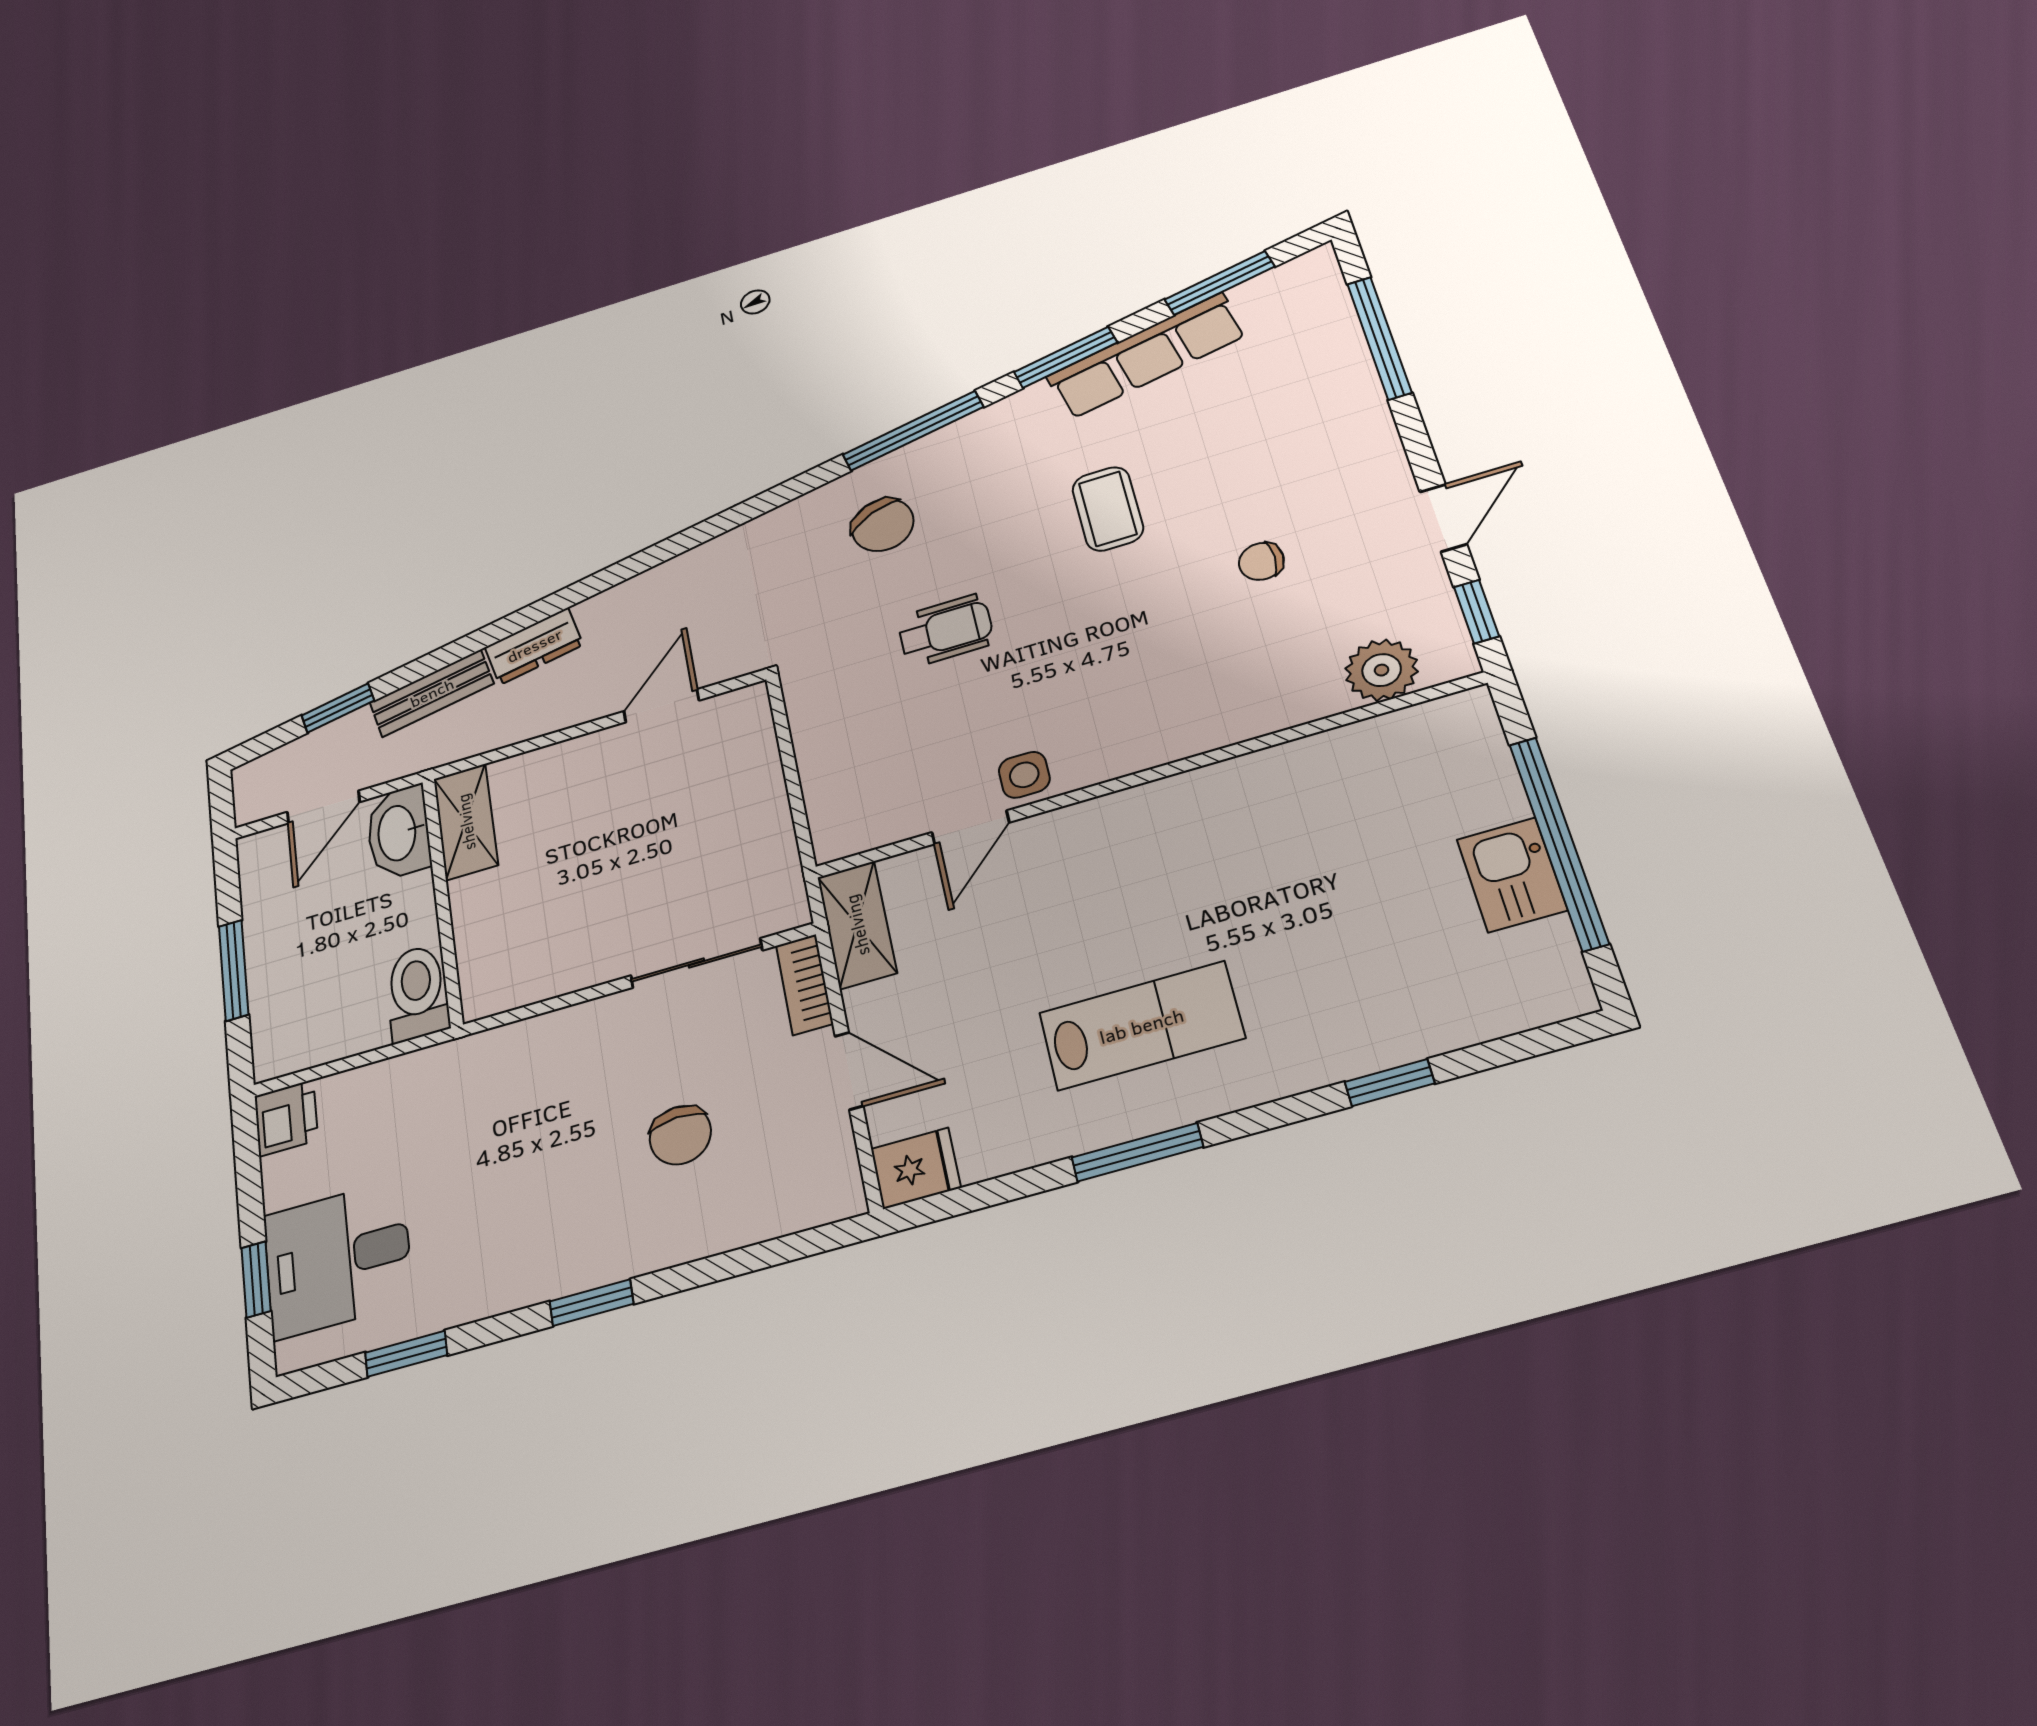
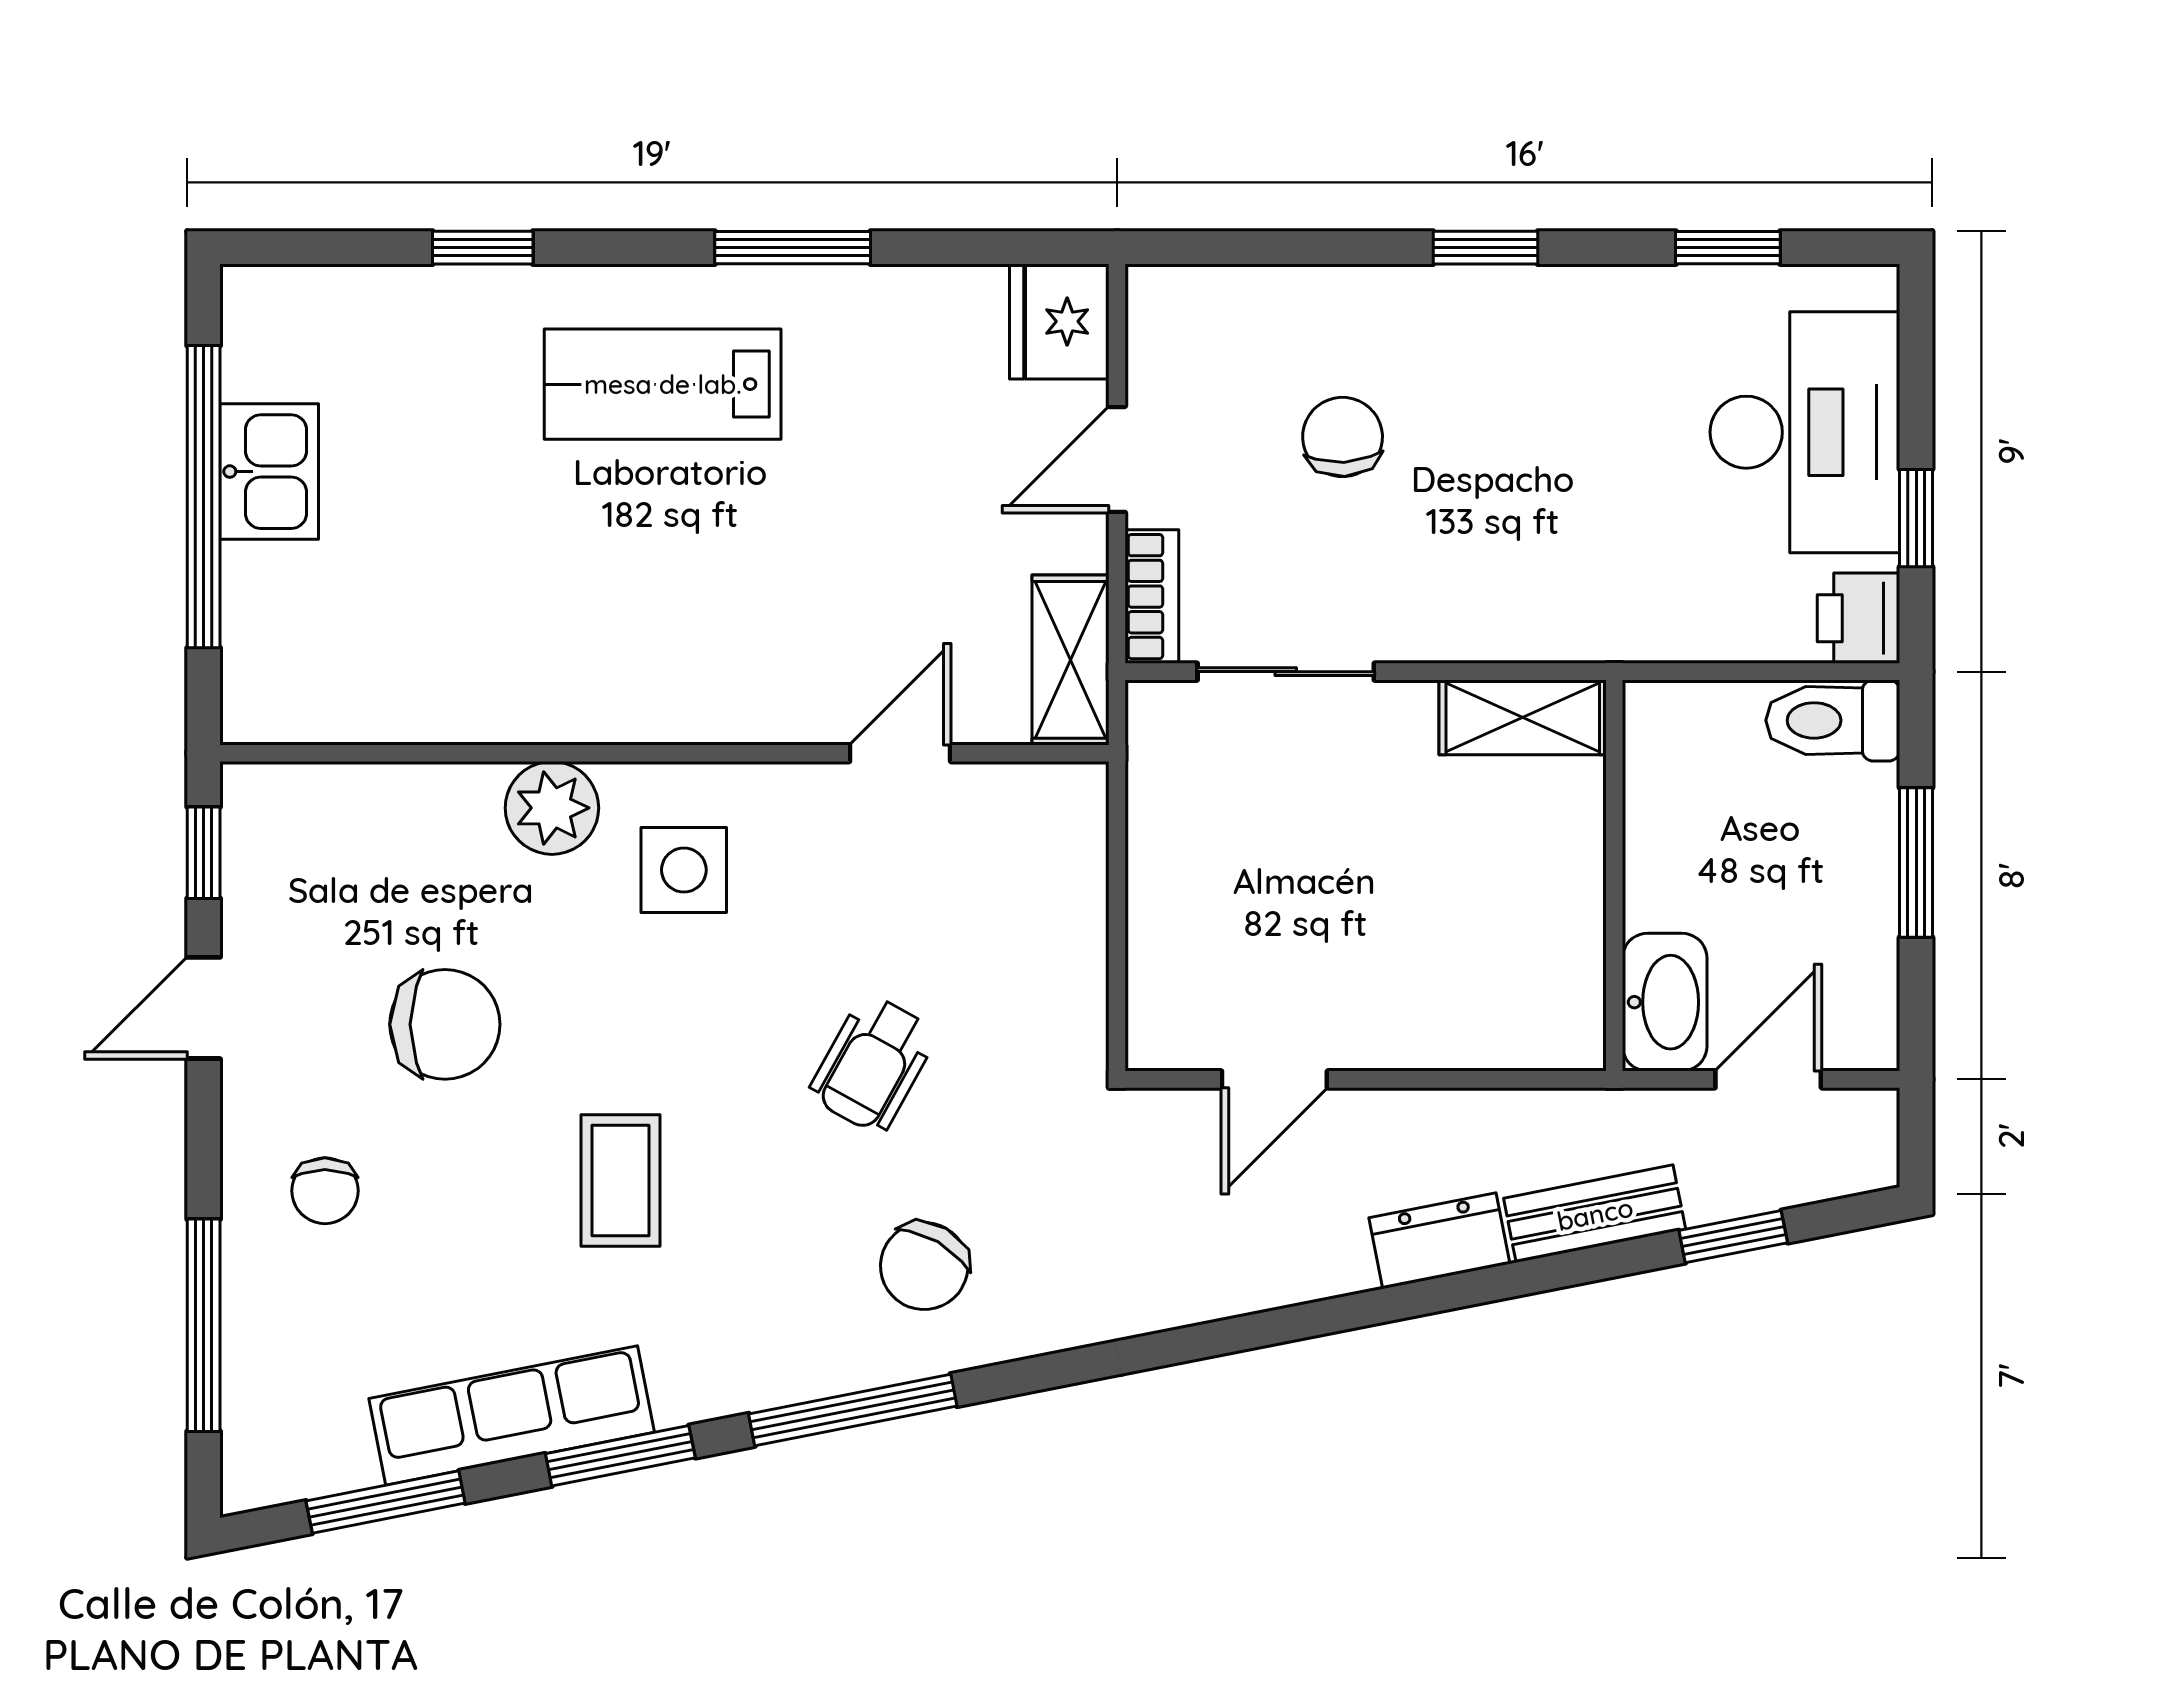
chair: (1318, 439) -> (325, 1191), added
chair: (883, 525) -> (924, 1266), turned -126
chair: (1261, 561) -> (445, 1024), width x1.87, depth x1.87
wheelchair: (946, 630) -> (873, 1064), turned -61
plant: (1382, 670) -> (552, 808), moved
side table: (1024, 775) -> (684, 870), moved, width x1.37, depth x1.37
shelving: (466, 822) -> (1523, 717), moved, turned 90
toilet: (417, 993) -> (1833, 720), moved, turned 90
lab bench: (1142, 1026) -> (663, 384), moved
door: (849, 1071) -> (1117, 459), hinge flipped
fridge: (916, 1168) -> (1059, 321), width x1.38
desk: (338, 1259) -> (1805, 432), width x1.37
window: (256, 1279) -> (1916, 518), moved

